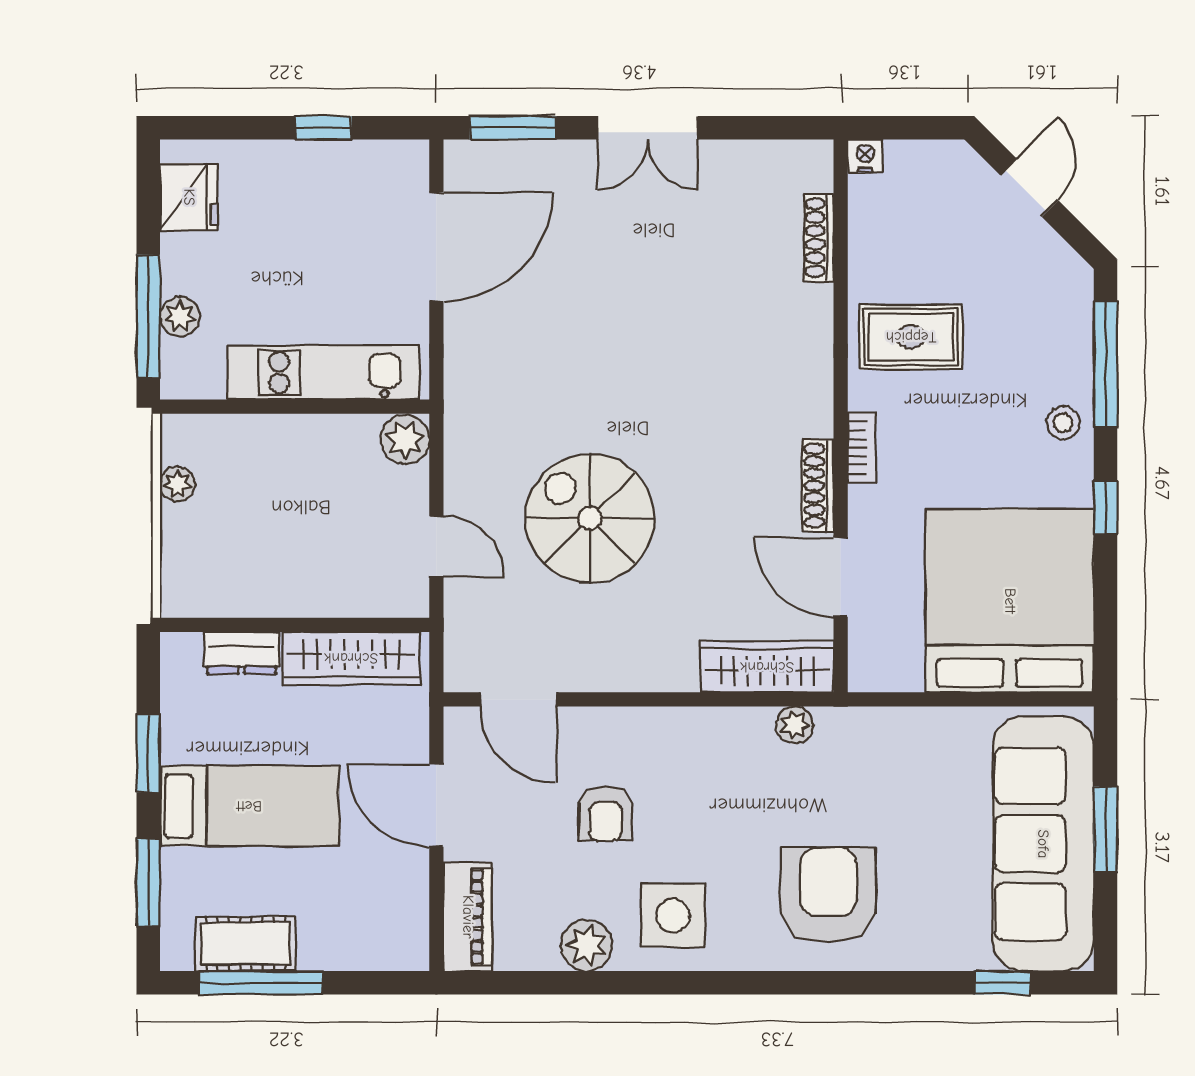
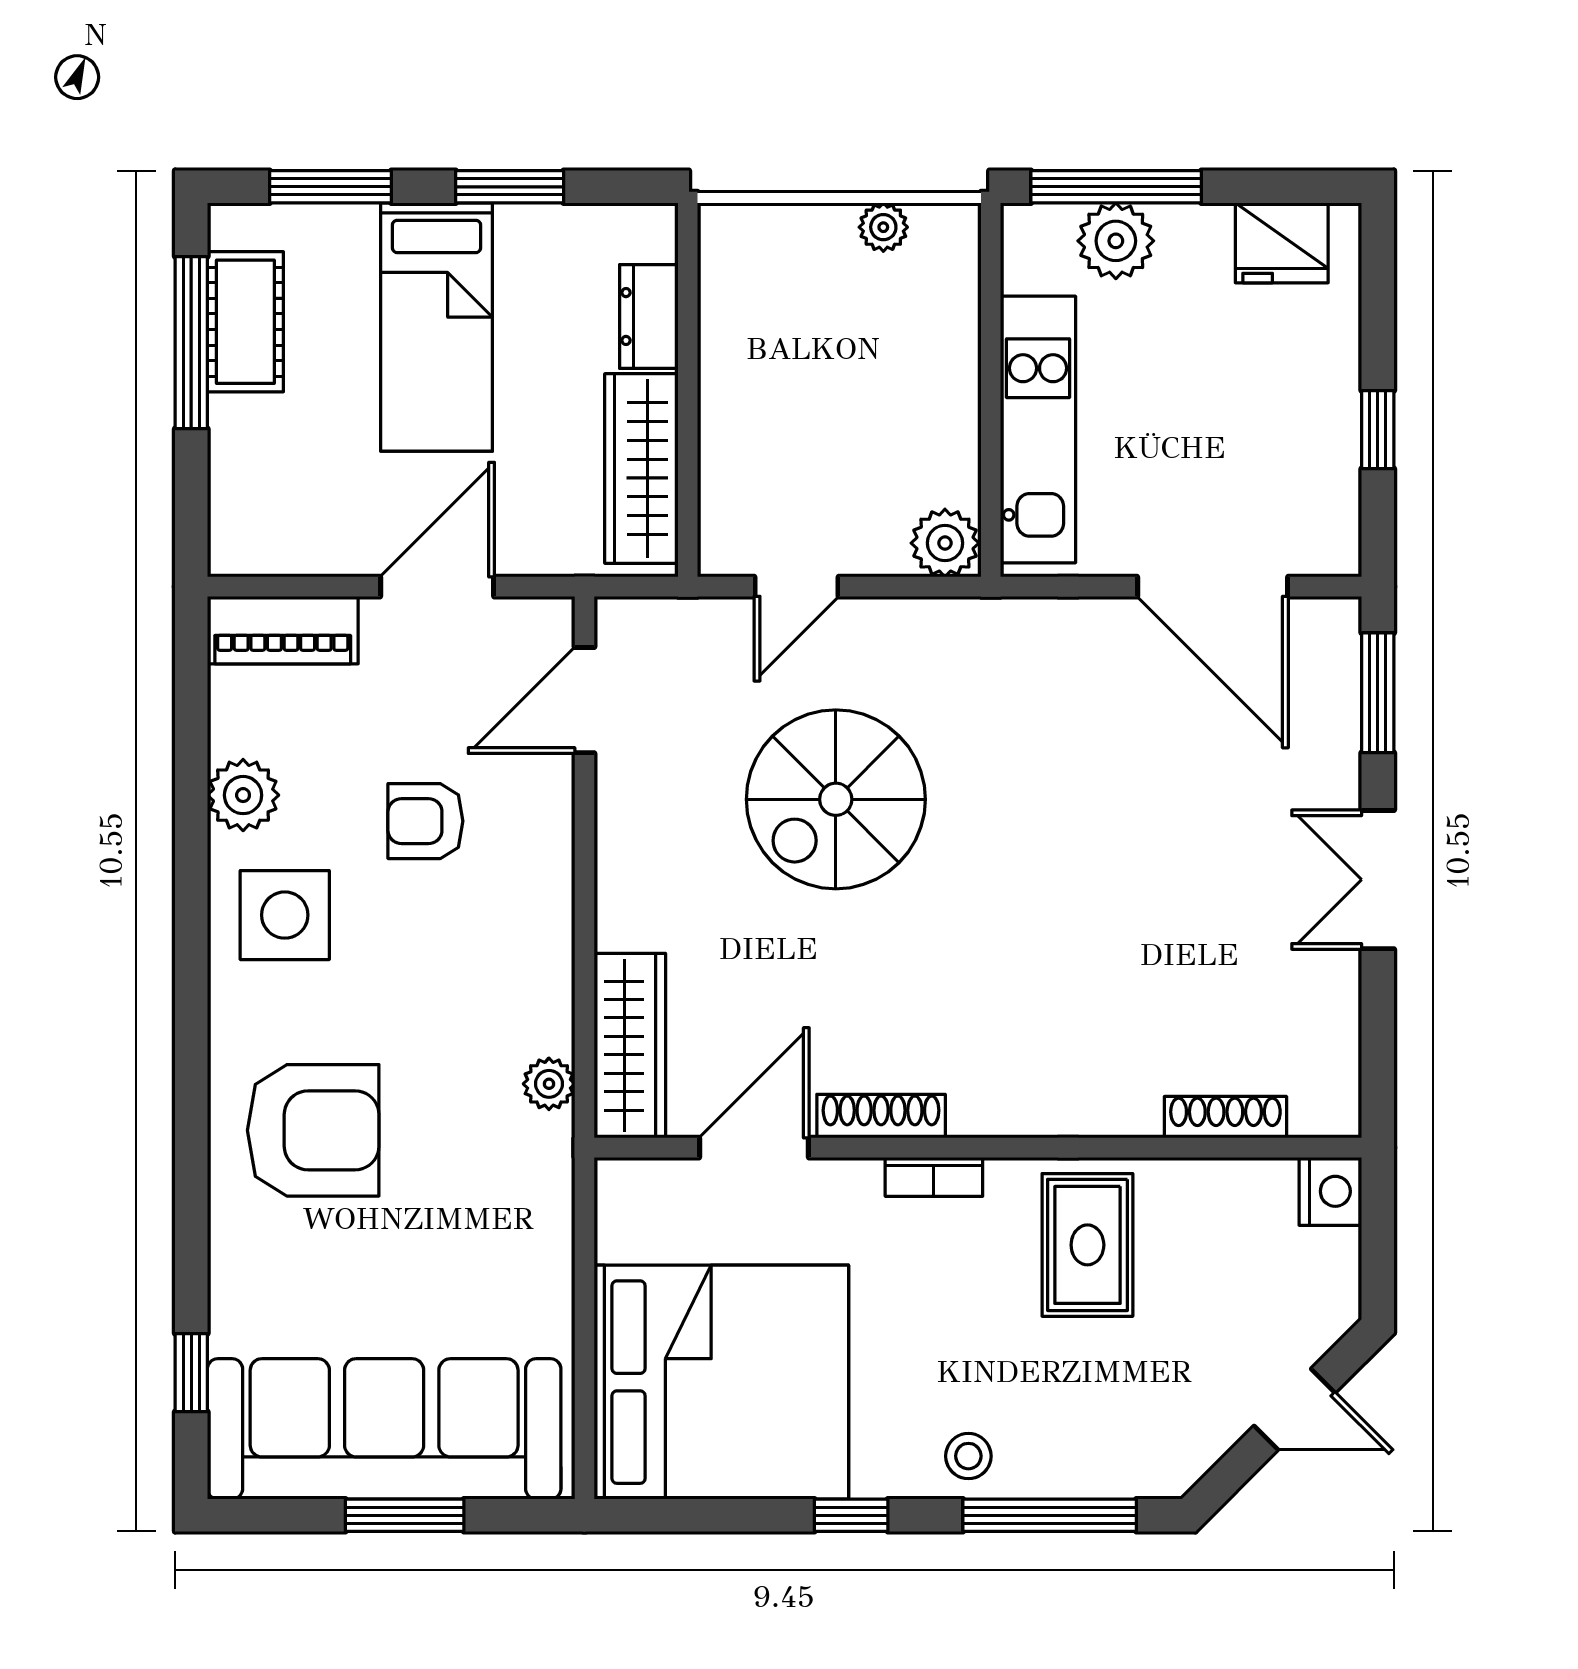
nightstand: (865, 156) -> (1330, 1191), width x1.39, depth x1.35
plant: (180, 316) -> (1116, 241), width x1.38, depth x1.38
spiral stairs: (590, 518) -> (836, 799), turned 180

